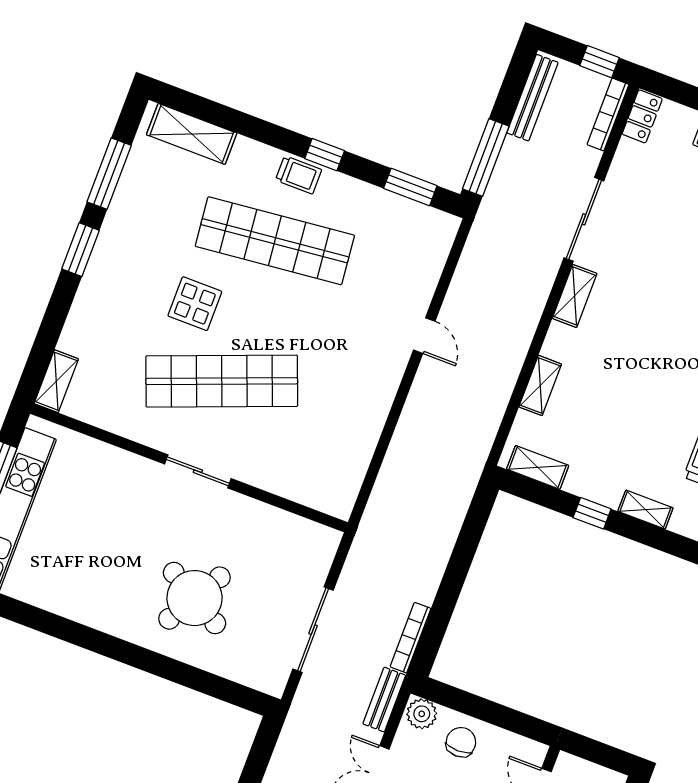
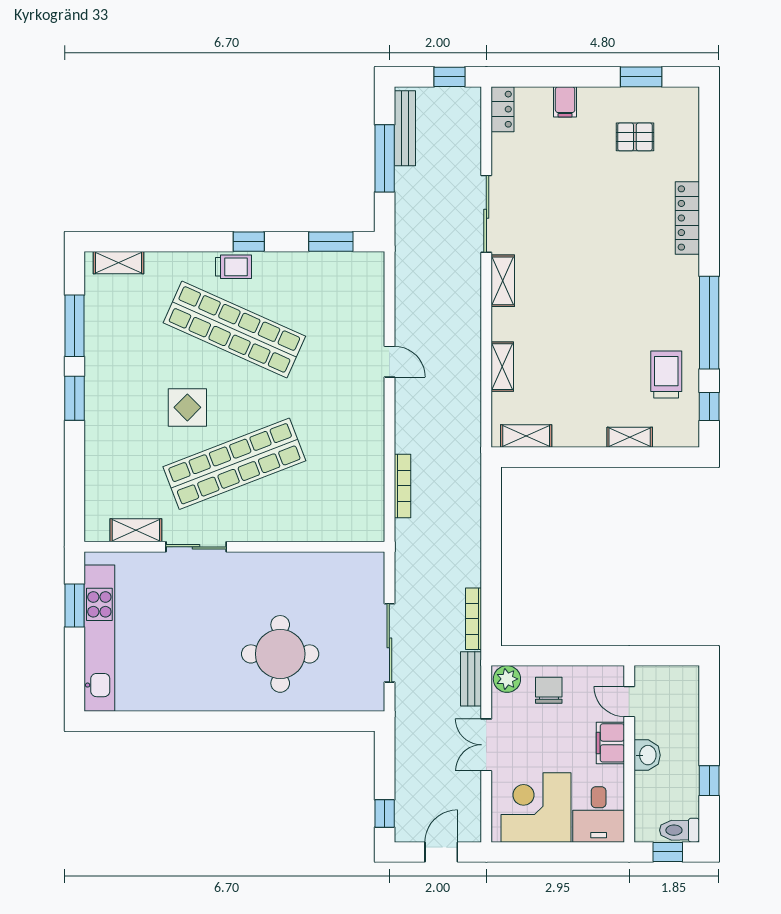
bookcase: (608, 114) -> (402, 486), moved, turned 180
shelving: (192, 134) -> (118, 263), width x0.67, depth x0.75
window: (486, 157) -> (385, 158), moved
shop shelf: (275, 241) -> (234, 329), turned 30
shelving: (56, 381) -> (136, 530), moved, turned 90
sliding door: (198, 471) -> (196, 547), moved
window: (592, 513) -> (586, 457), removed
round table: (194, 598) -> (280, 654), turned -30

